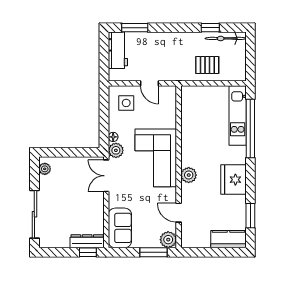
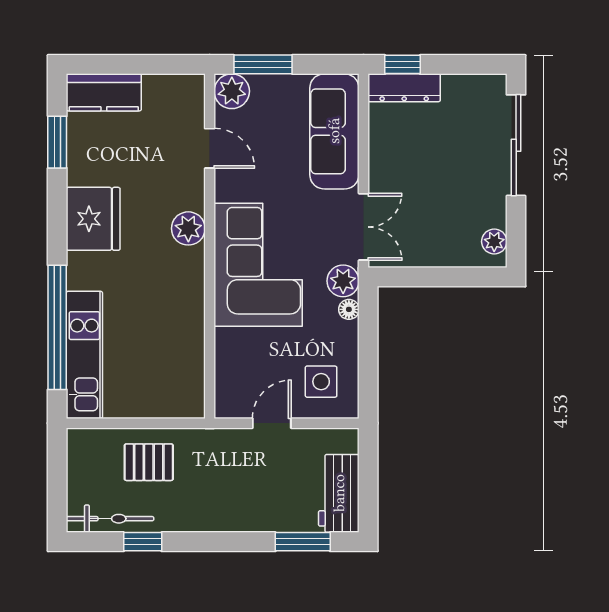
door: (149, 83) -> (272, 423), hinge flipped
sofa: (120, 228) -> (334, 131), width x1.36

